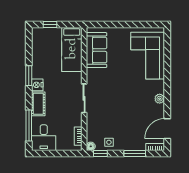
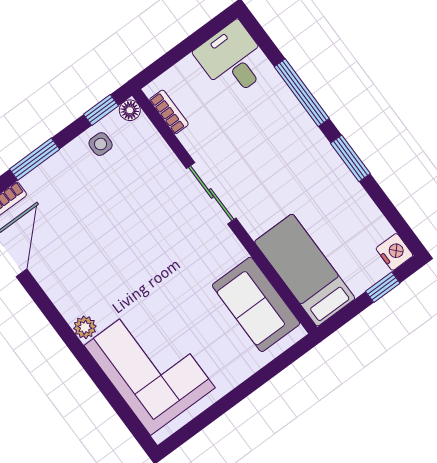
nightstand: (37, 85) -> (394, 252), moved
plant: (160, 99) -> (85, 327), moved
cot: (38, 104) -> (292, 117), removed
window: (29, 125) -> (302, 93), moved

